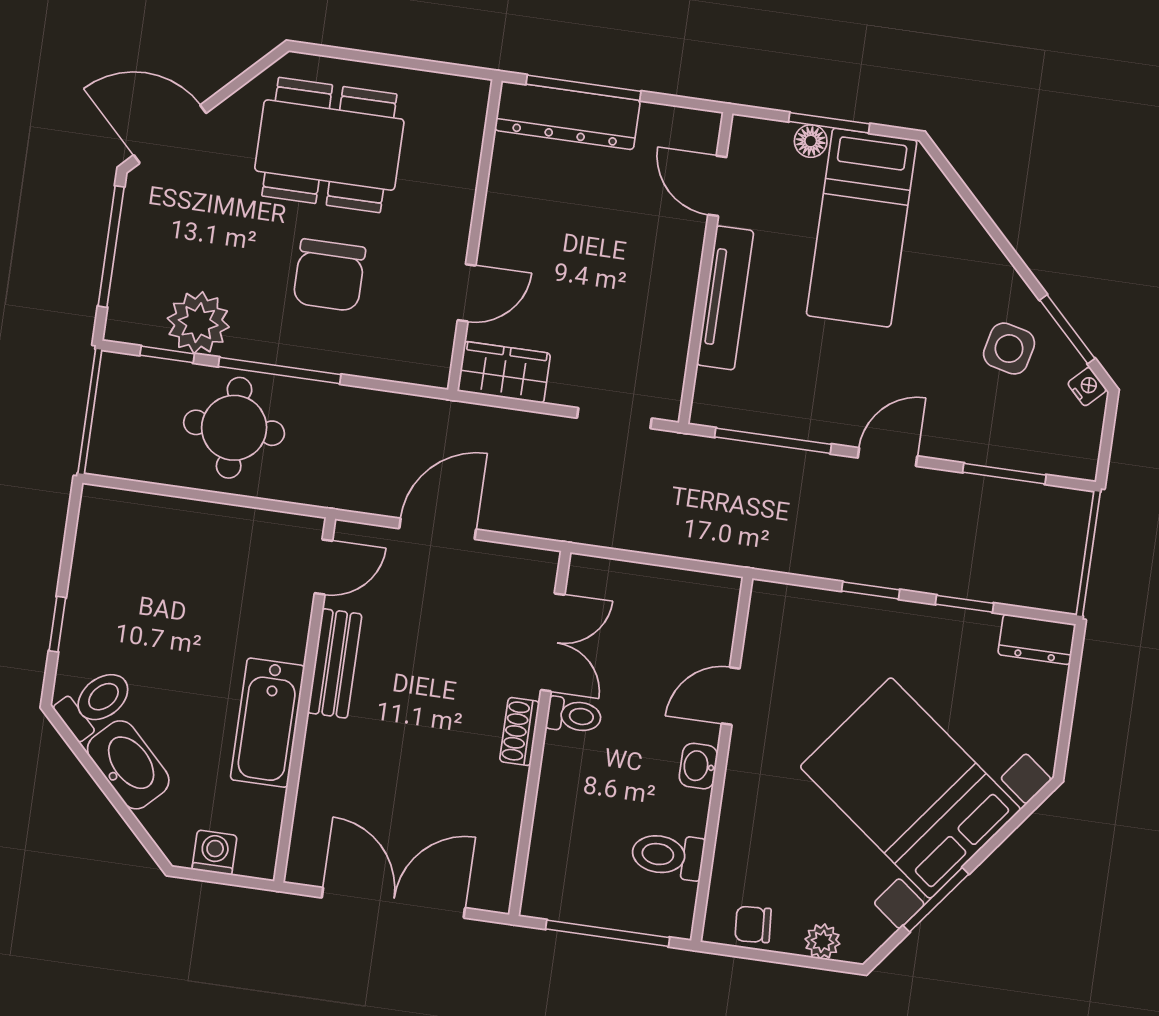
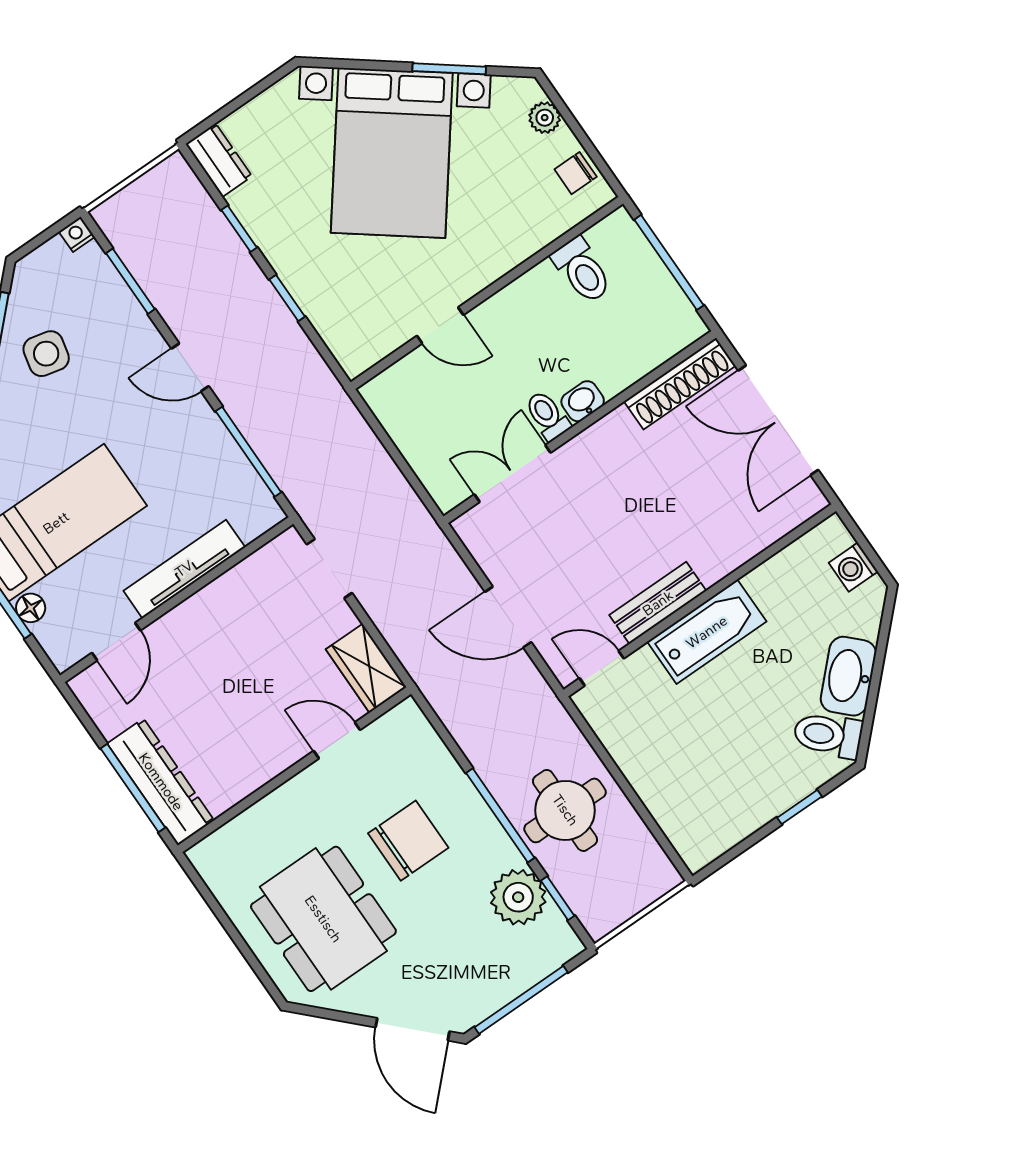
nightstand: (1087, 387) -> (77, 234), moved, turned 45
bathtub: (267, 723) -> (707, 632), moved
shoe rack: (520, 732) -> (680, 384), moved, width x1.94, depth x1.24
washbasin: (698, 766) -> (583, 401), moved, turned 180
chair: (753, 925) -> (576, 173), turned 94

